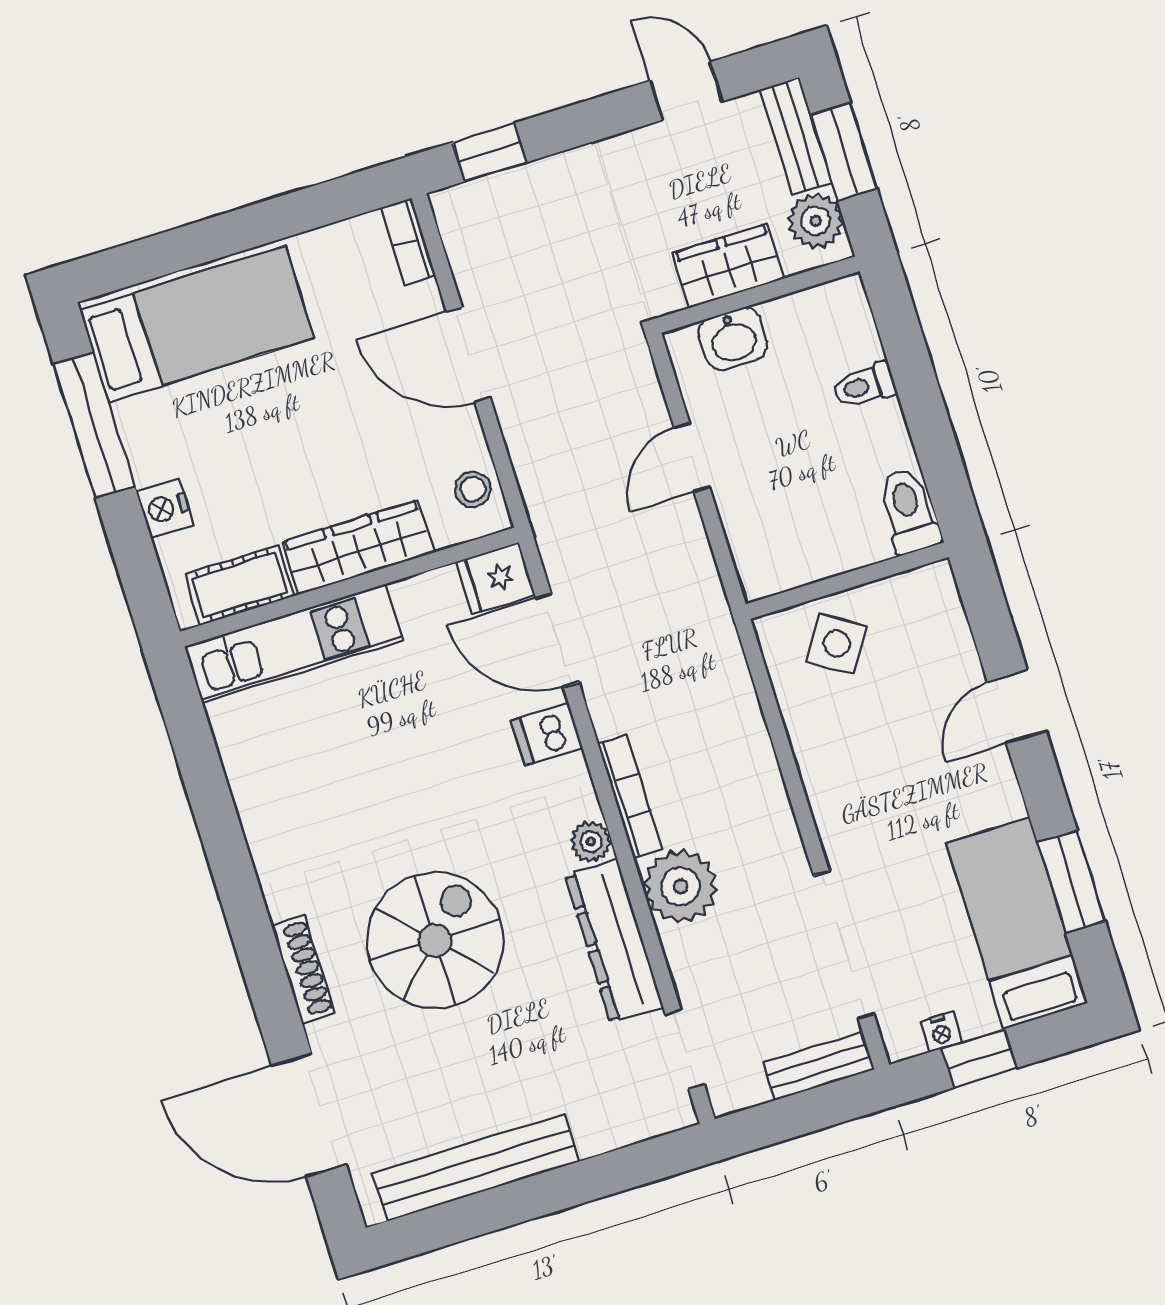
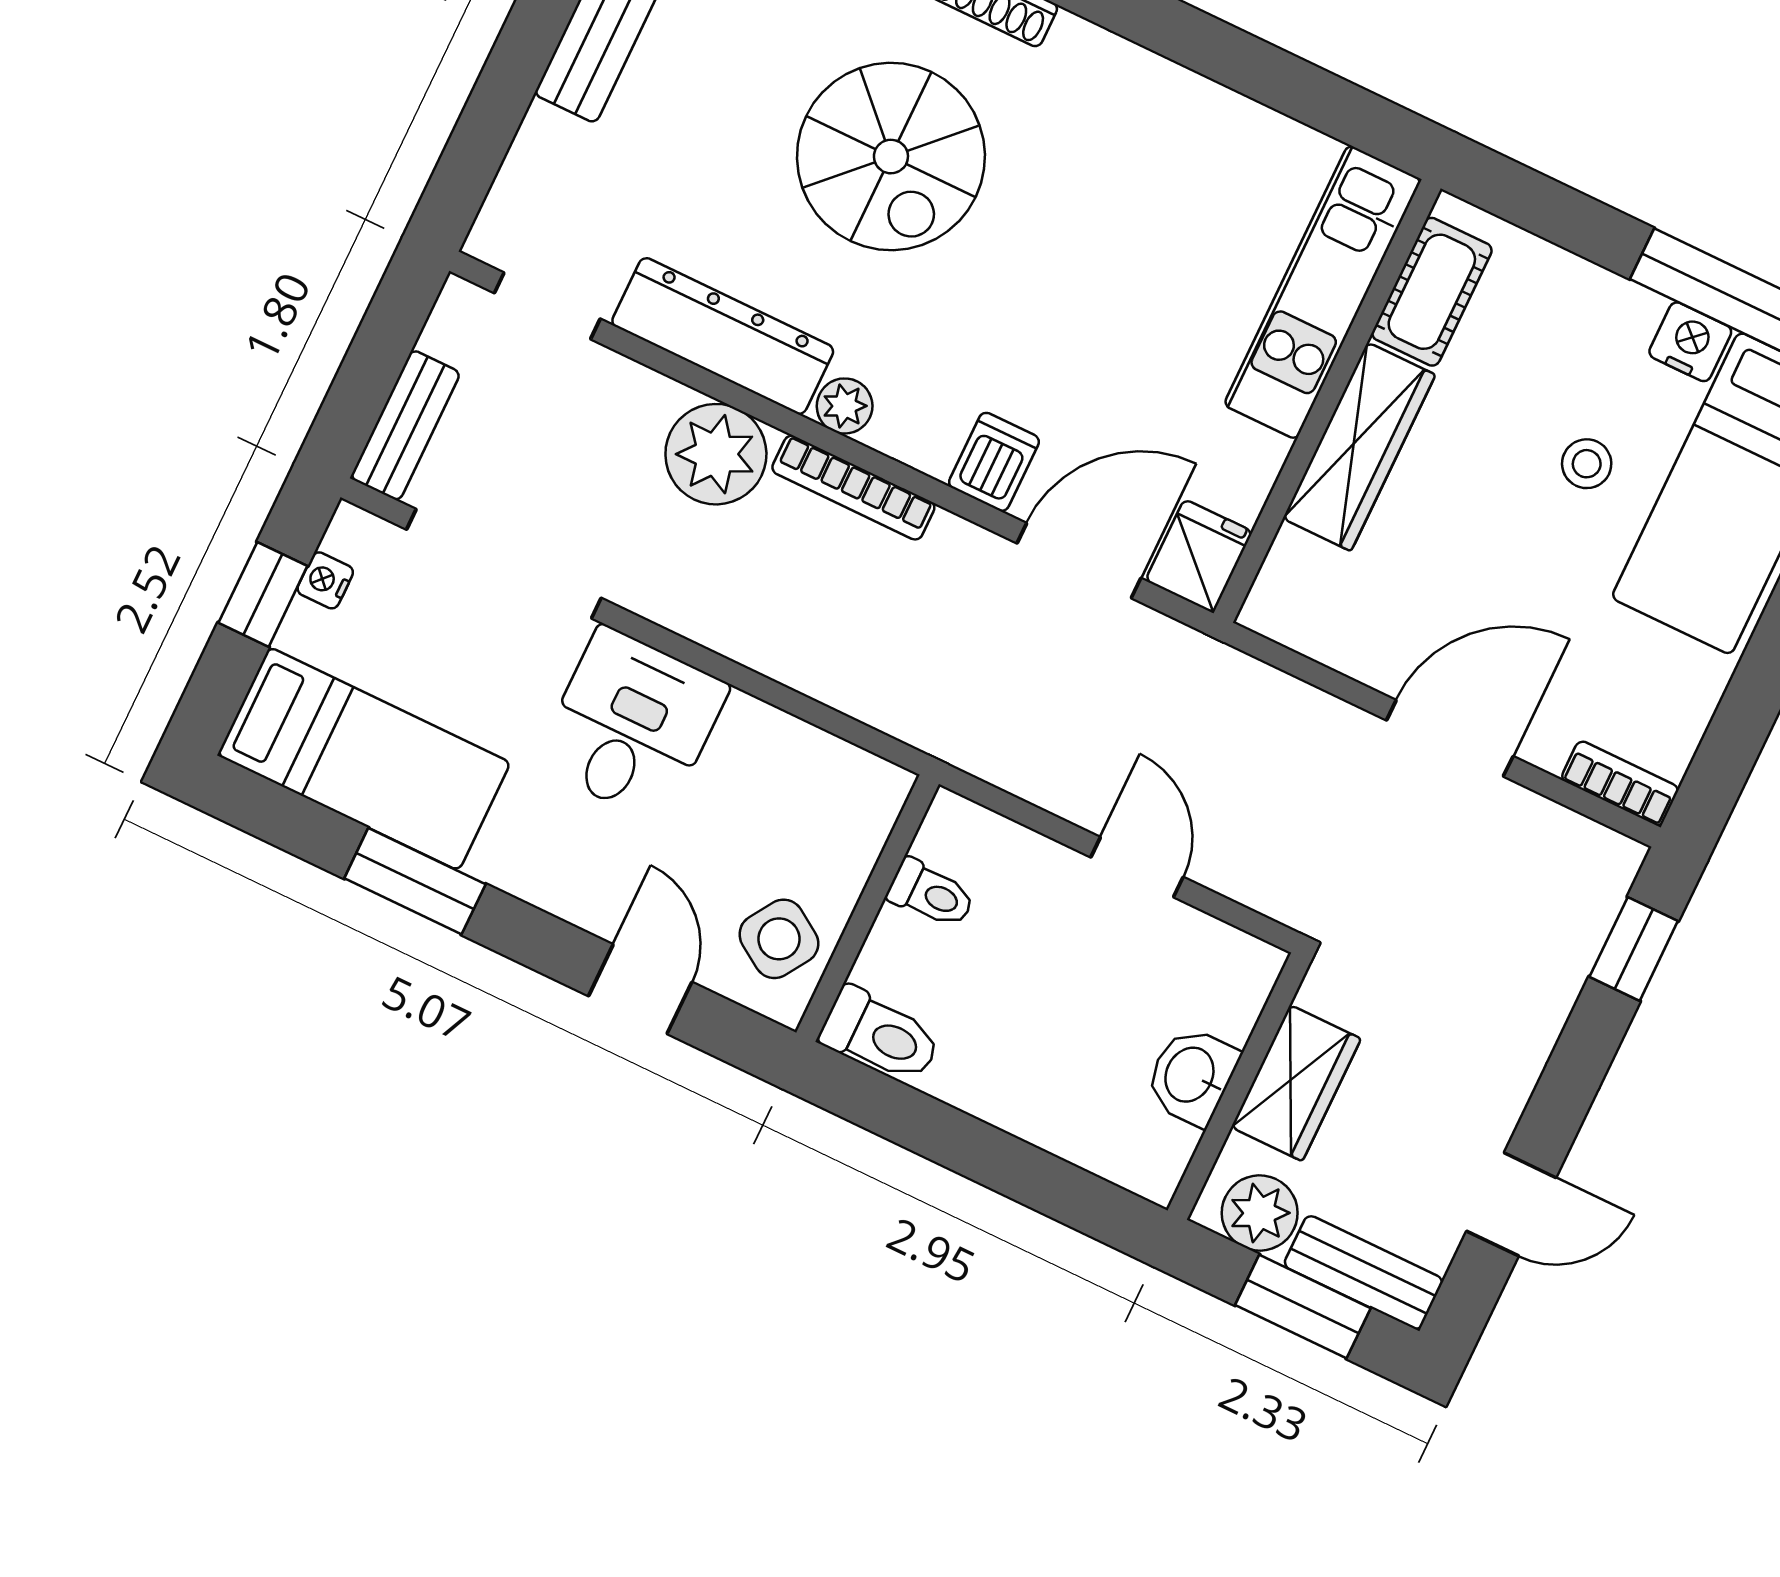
washbasin: (733, 339) -> (1191, 1076), moved
toilet: (865, 386) -> (931, 894), moved, turned 90
stool: (473, 489) -> (1587, 464), moved
nightstand: (165, 508) -> (1690, 342), moved
side table: (837, 644) -> (779, 939), moved
door: (1017, 706) -> (640, 989), moved
desk: (866, 797) -> (632, 725), added
window: (1071, 882) -> (415, 881), moved

